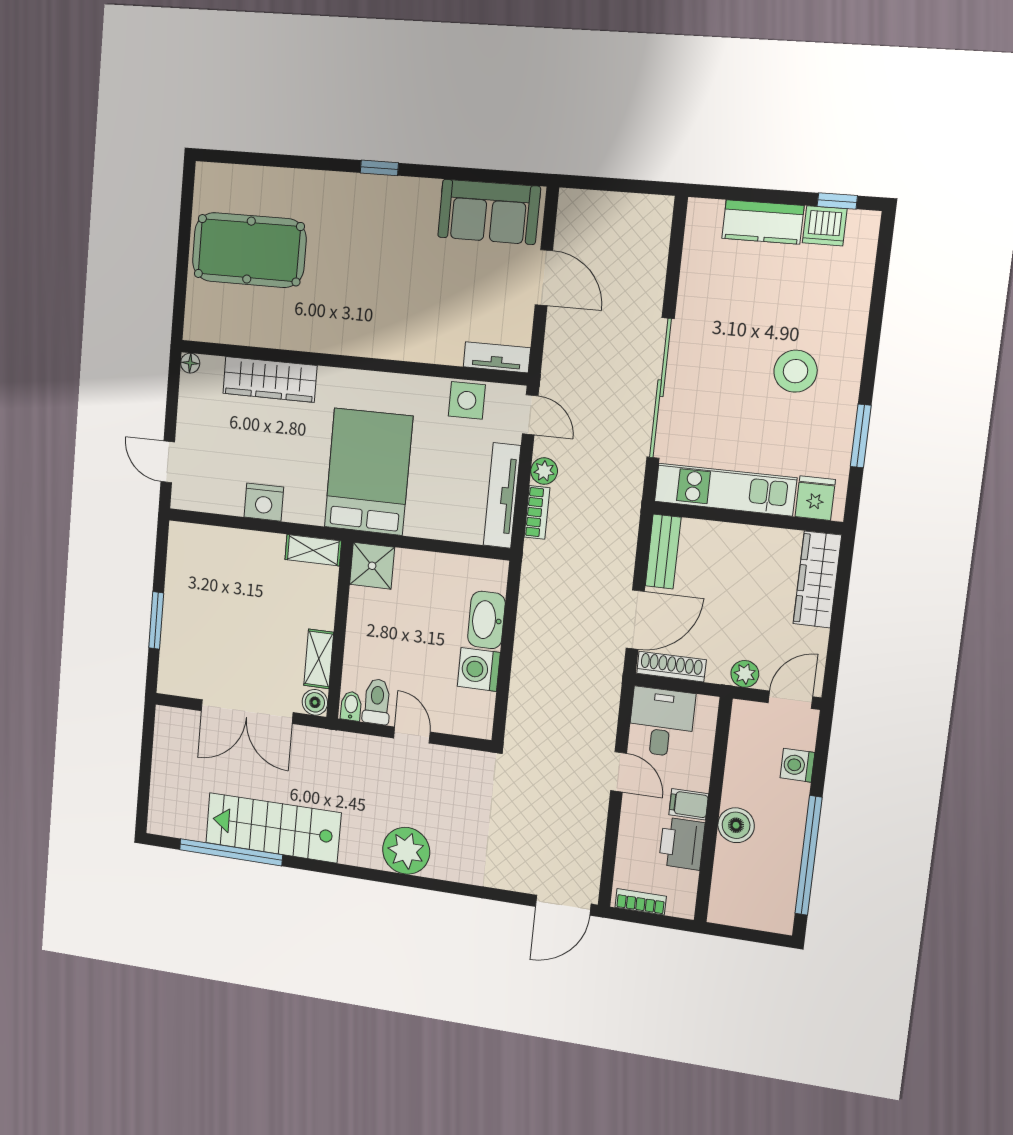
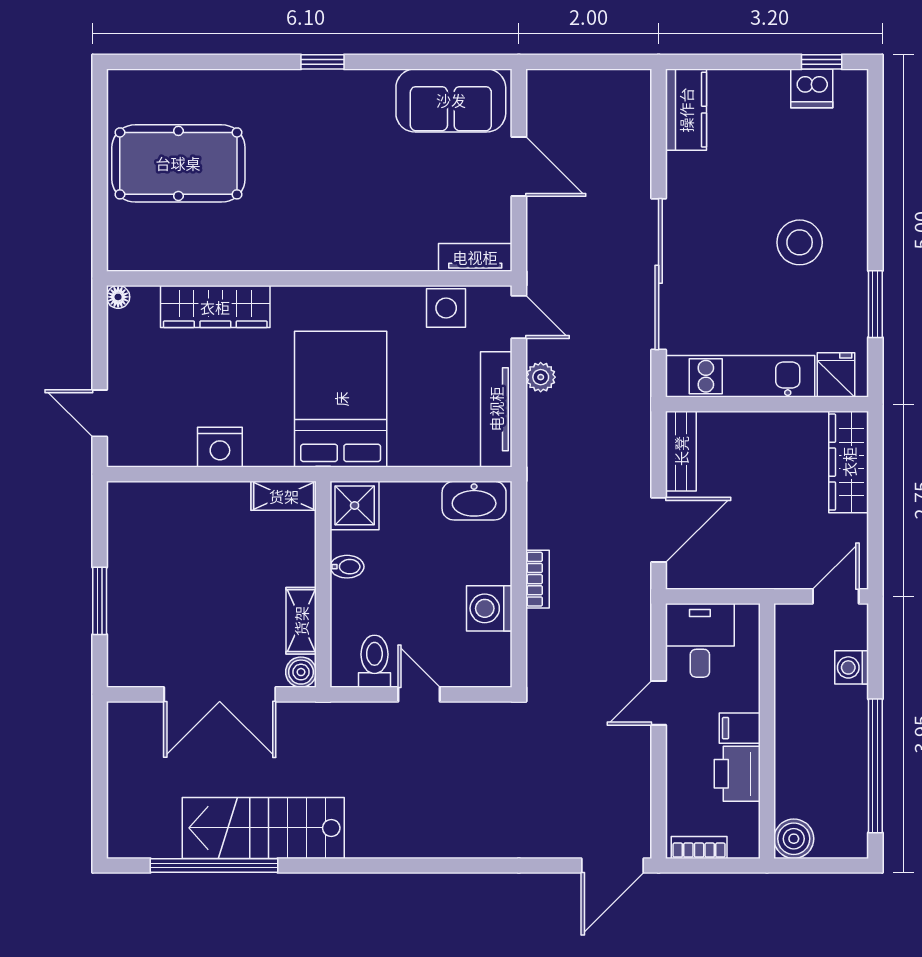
kitchen counter: (763, 222) -> (686, 110), moved, turned -90
bookcase: (537, 512) -> (537, 579), moved
washbasin: (486, 620) -> (474, 501), moved, turned -90
shoe rack: (671, 667) -> (704, 577), removed
plant: (745, 674) -> (784, 575), removed
bidet: (351, 706) -> (347, 567), moved, turned 90
door: (619, 772) -> (659, 703), swing flipped
boiler: (736, 825) -> (794, 839), moved
plant: (406, 851) -> (425, 831), removed

